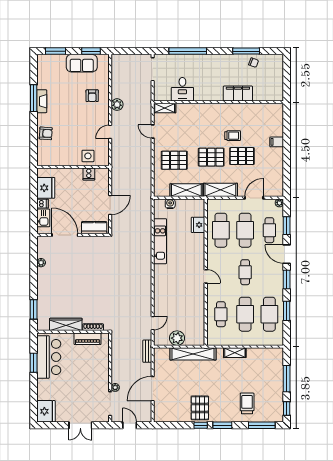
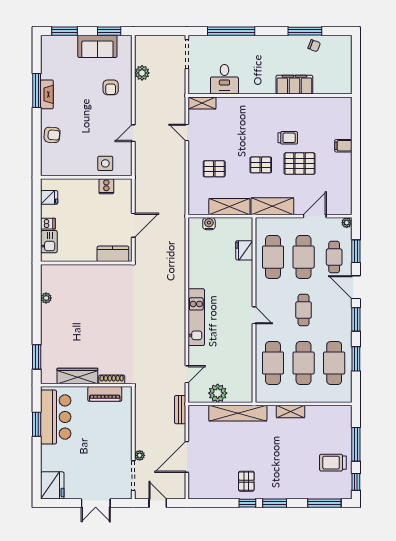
plant: (117, 105) -> (142, 73), moved
pallet: (211, 157) -> (261, 165), width x0.67, depth x0.71
pallet: (174, 160) -> (214, 169), width x0.67, depth x0.71
fridge: (46, 188) -> (49, 197), width x0.53, depth x0.75
door: (65, 235) -> (76, 263), removed
kitchen unit: (160, 241) -> (196, 317), moved
cafe table: (221, 314) -> (273, 363), width x1.37, depth x1.35
trolley: (247, 403) -> (333, 463), moved, turned -90
pallet: (200, 408) -> (246, 481), width x0.67, depth x0.71

